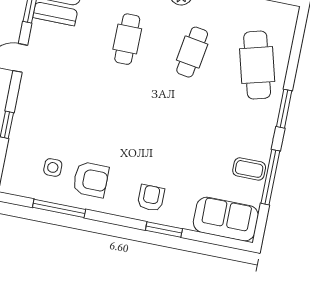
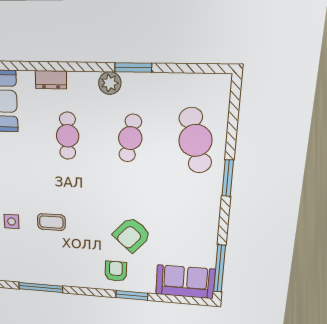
side table: (53, 167) -> (12, 222), moved
coffee table: (249, 169) -> (51, 222), moved
window: (270, 177) -> (220, 269), moved
armchair: (91, 180) -> (132, 235), moved, turned 132

